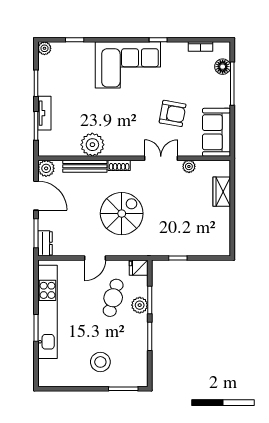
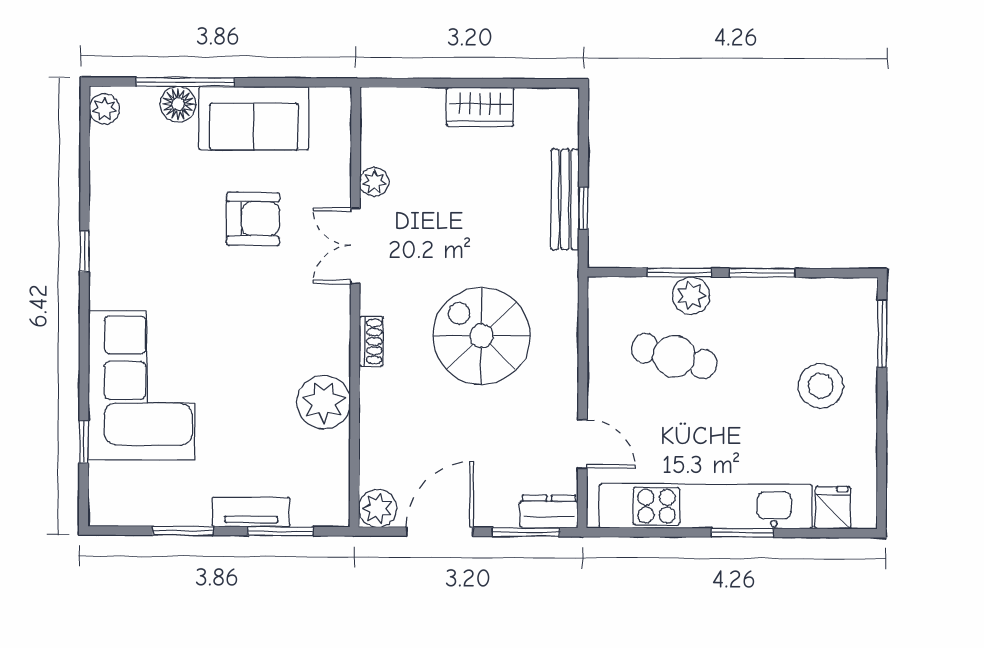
bookcase: (200, 46) -> (100, 154), removed
plant: (44, 48) -> (104, 109), moved
corner sofa: (128, 65) -> (141, 385), moved
floor lamp: (223, 67) -> (178, 104), moved
armchair: (173, 113) -> (253, 219), turned 80
sofa: (217, 132) -> (254, 118), moved
bench: (85, 166) -> (565, 199), moved
wardrobe: (222, 192) -> (480, 107), moved
door: (95, 258) -> (583, 444), moved
fridge: (139, 268) -> (833, 508), moved, turned 180

